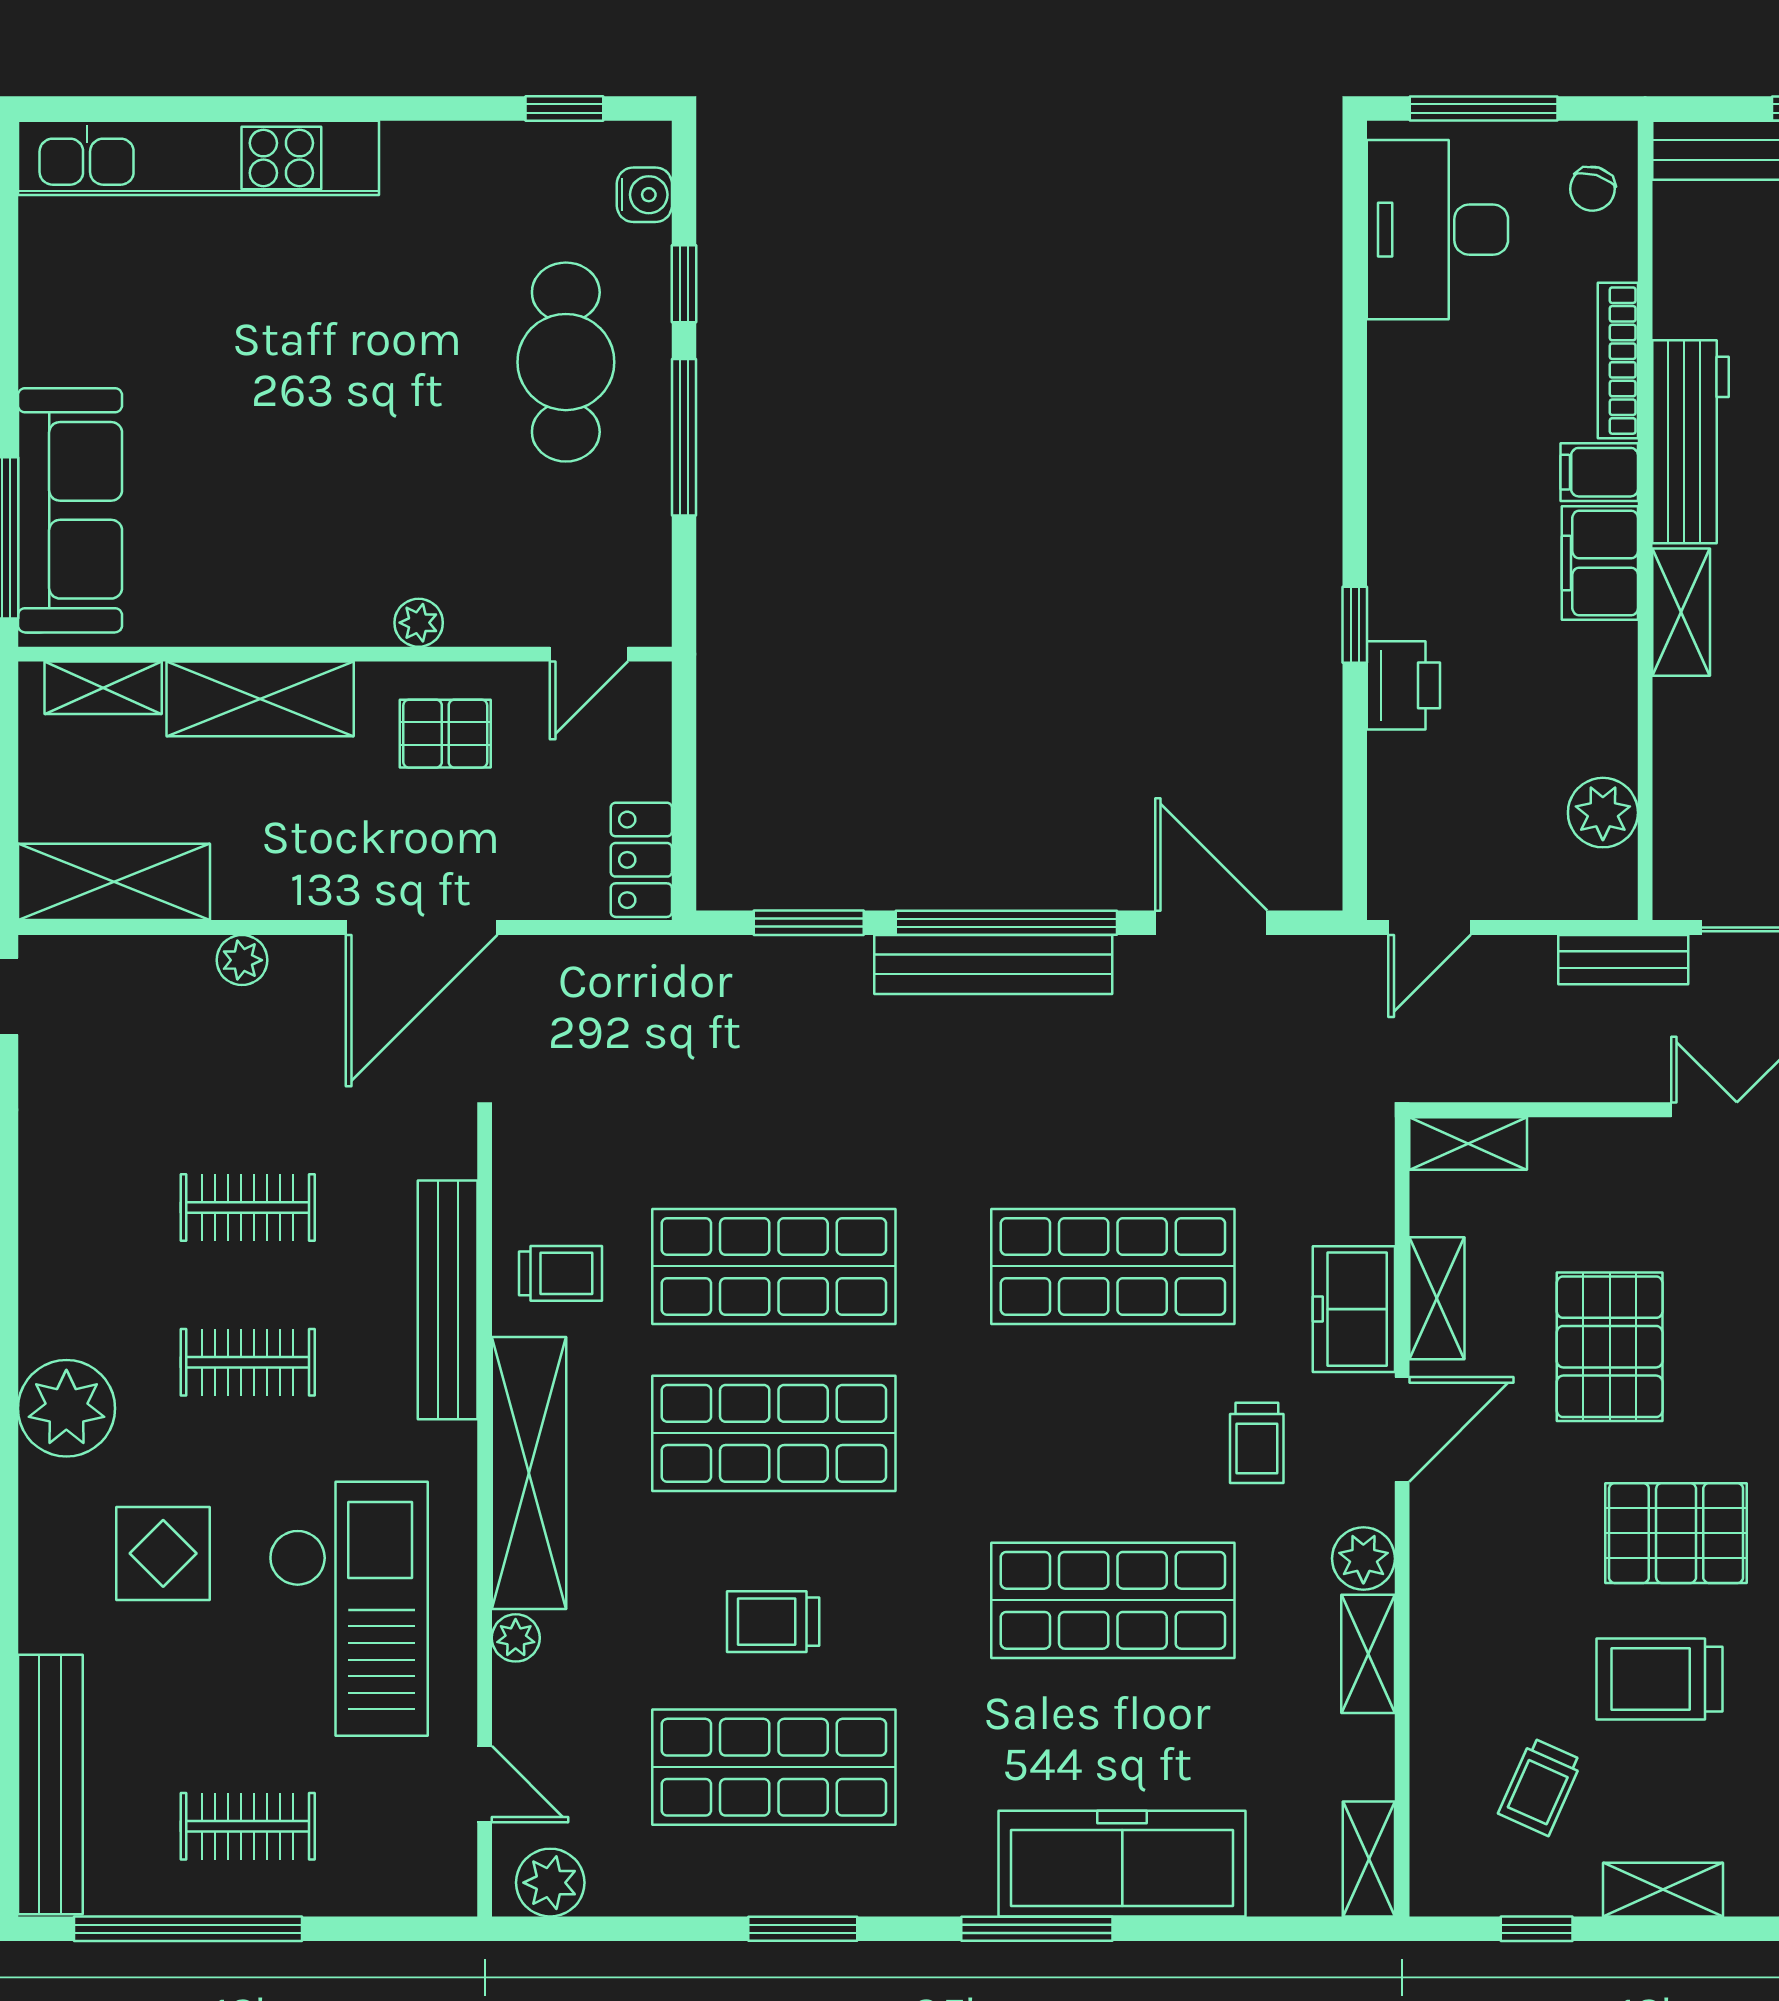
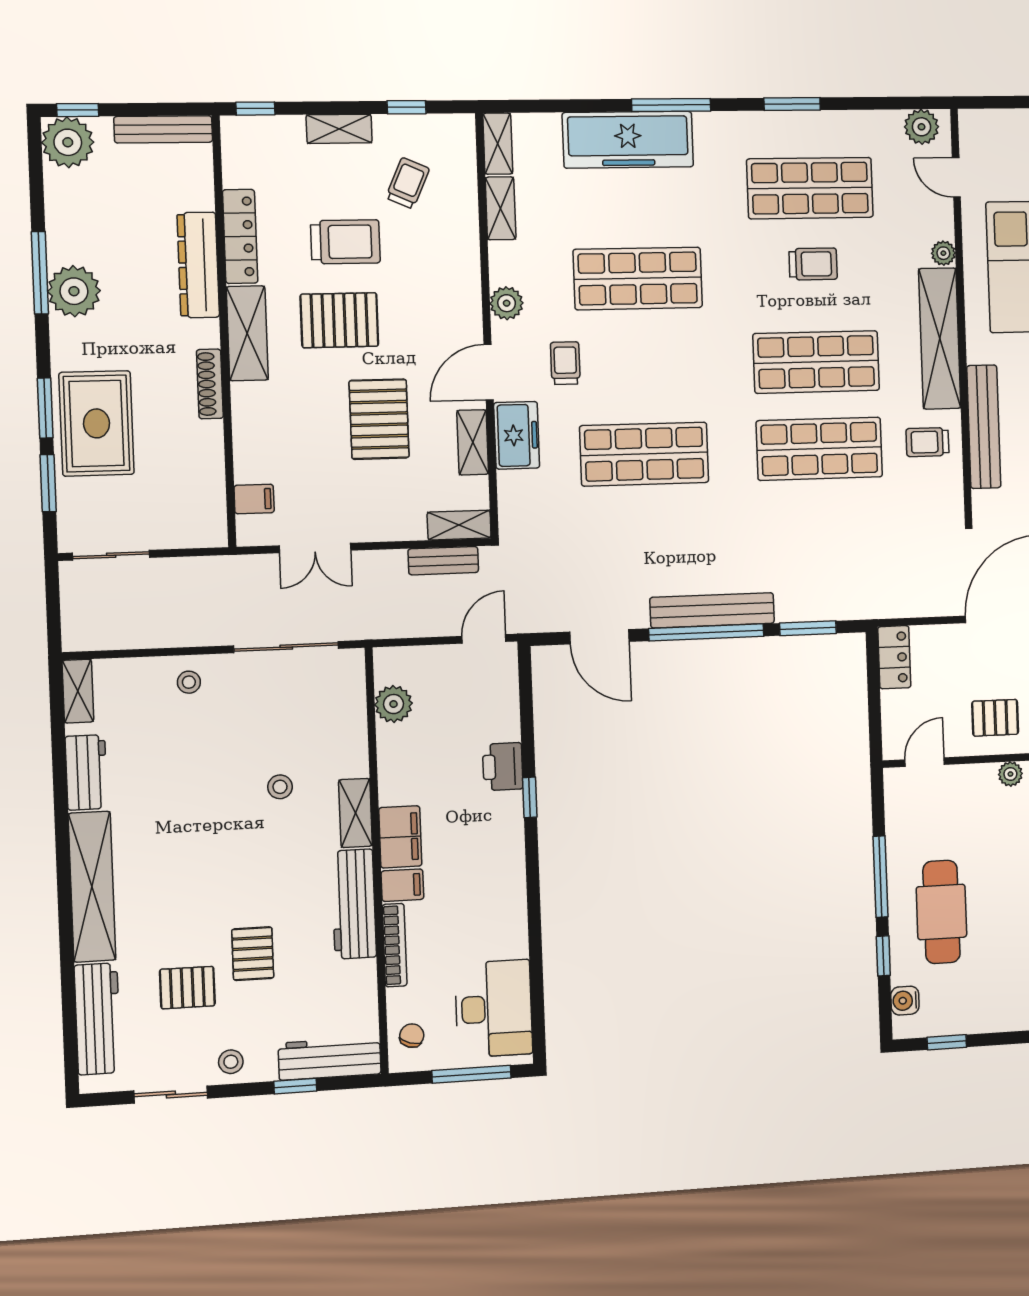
bench: (1623, 960) -> (443, 561), moved
shelving: (1368, 1654) -> (501, 208), moved

